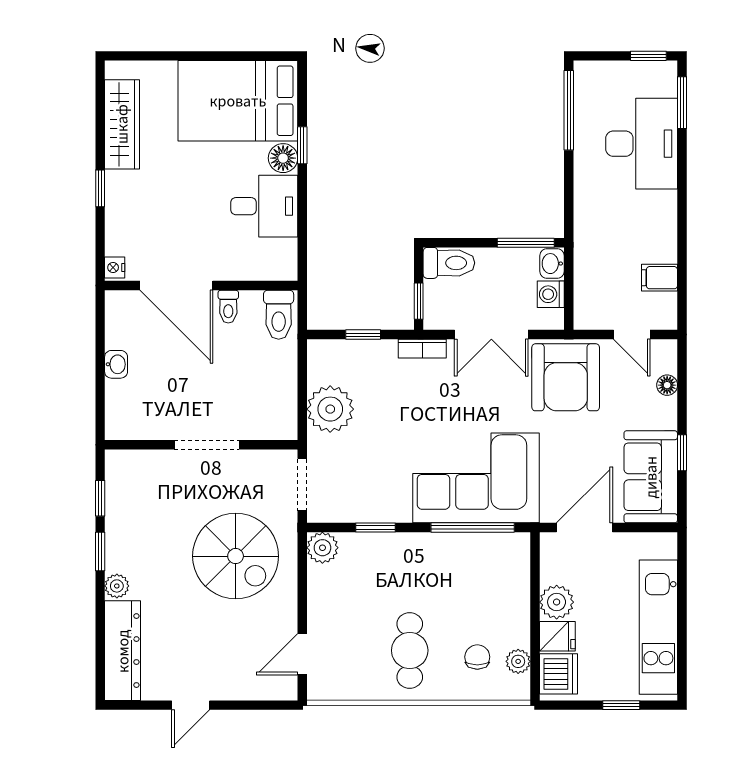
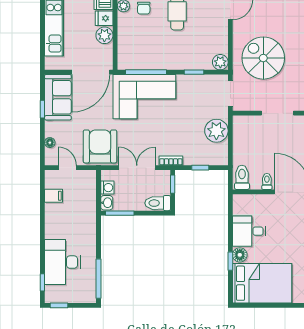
window: (682, 103) -> (42, 282), width x0.67
door: (584, 527) -> (91, 72), width x1.36

